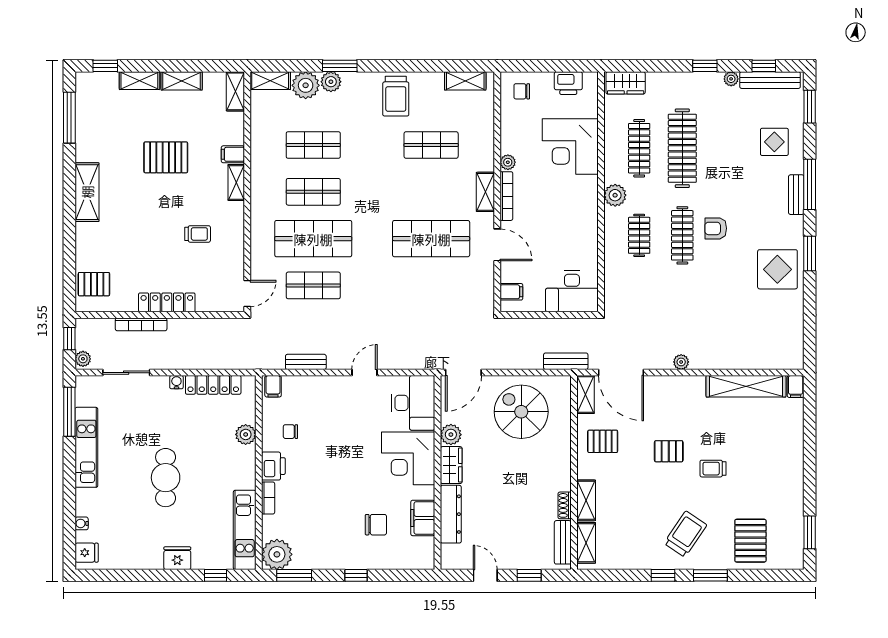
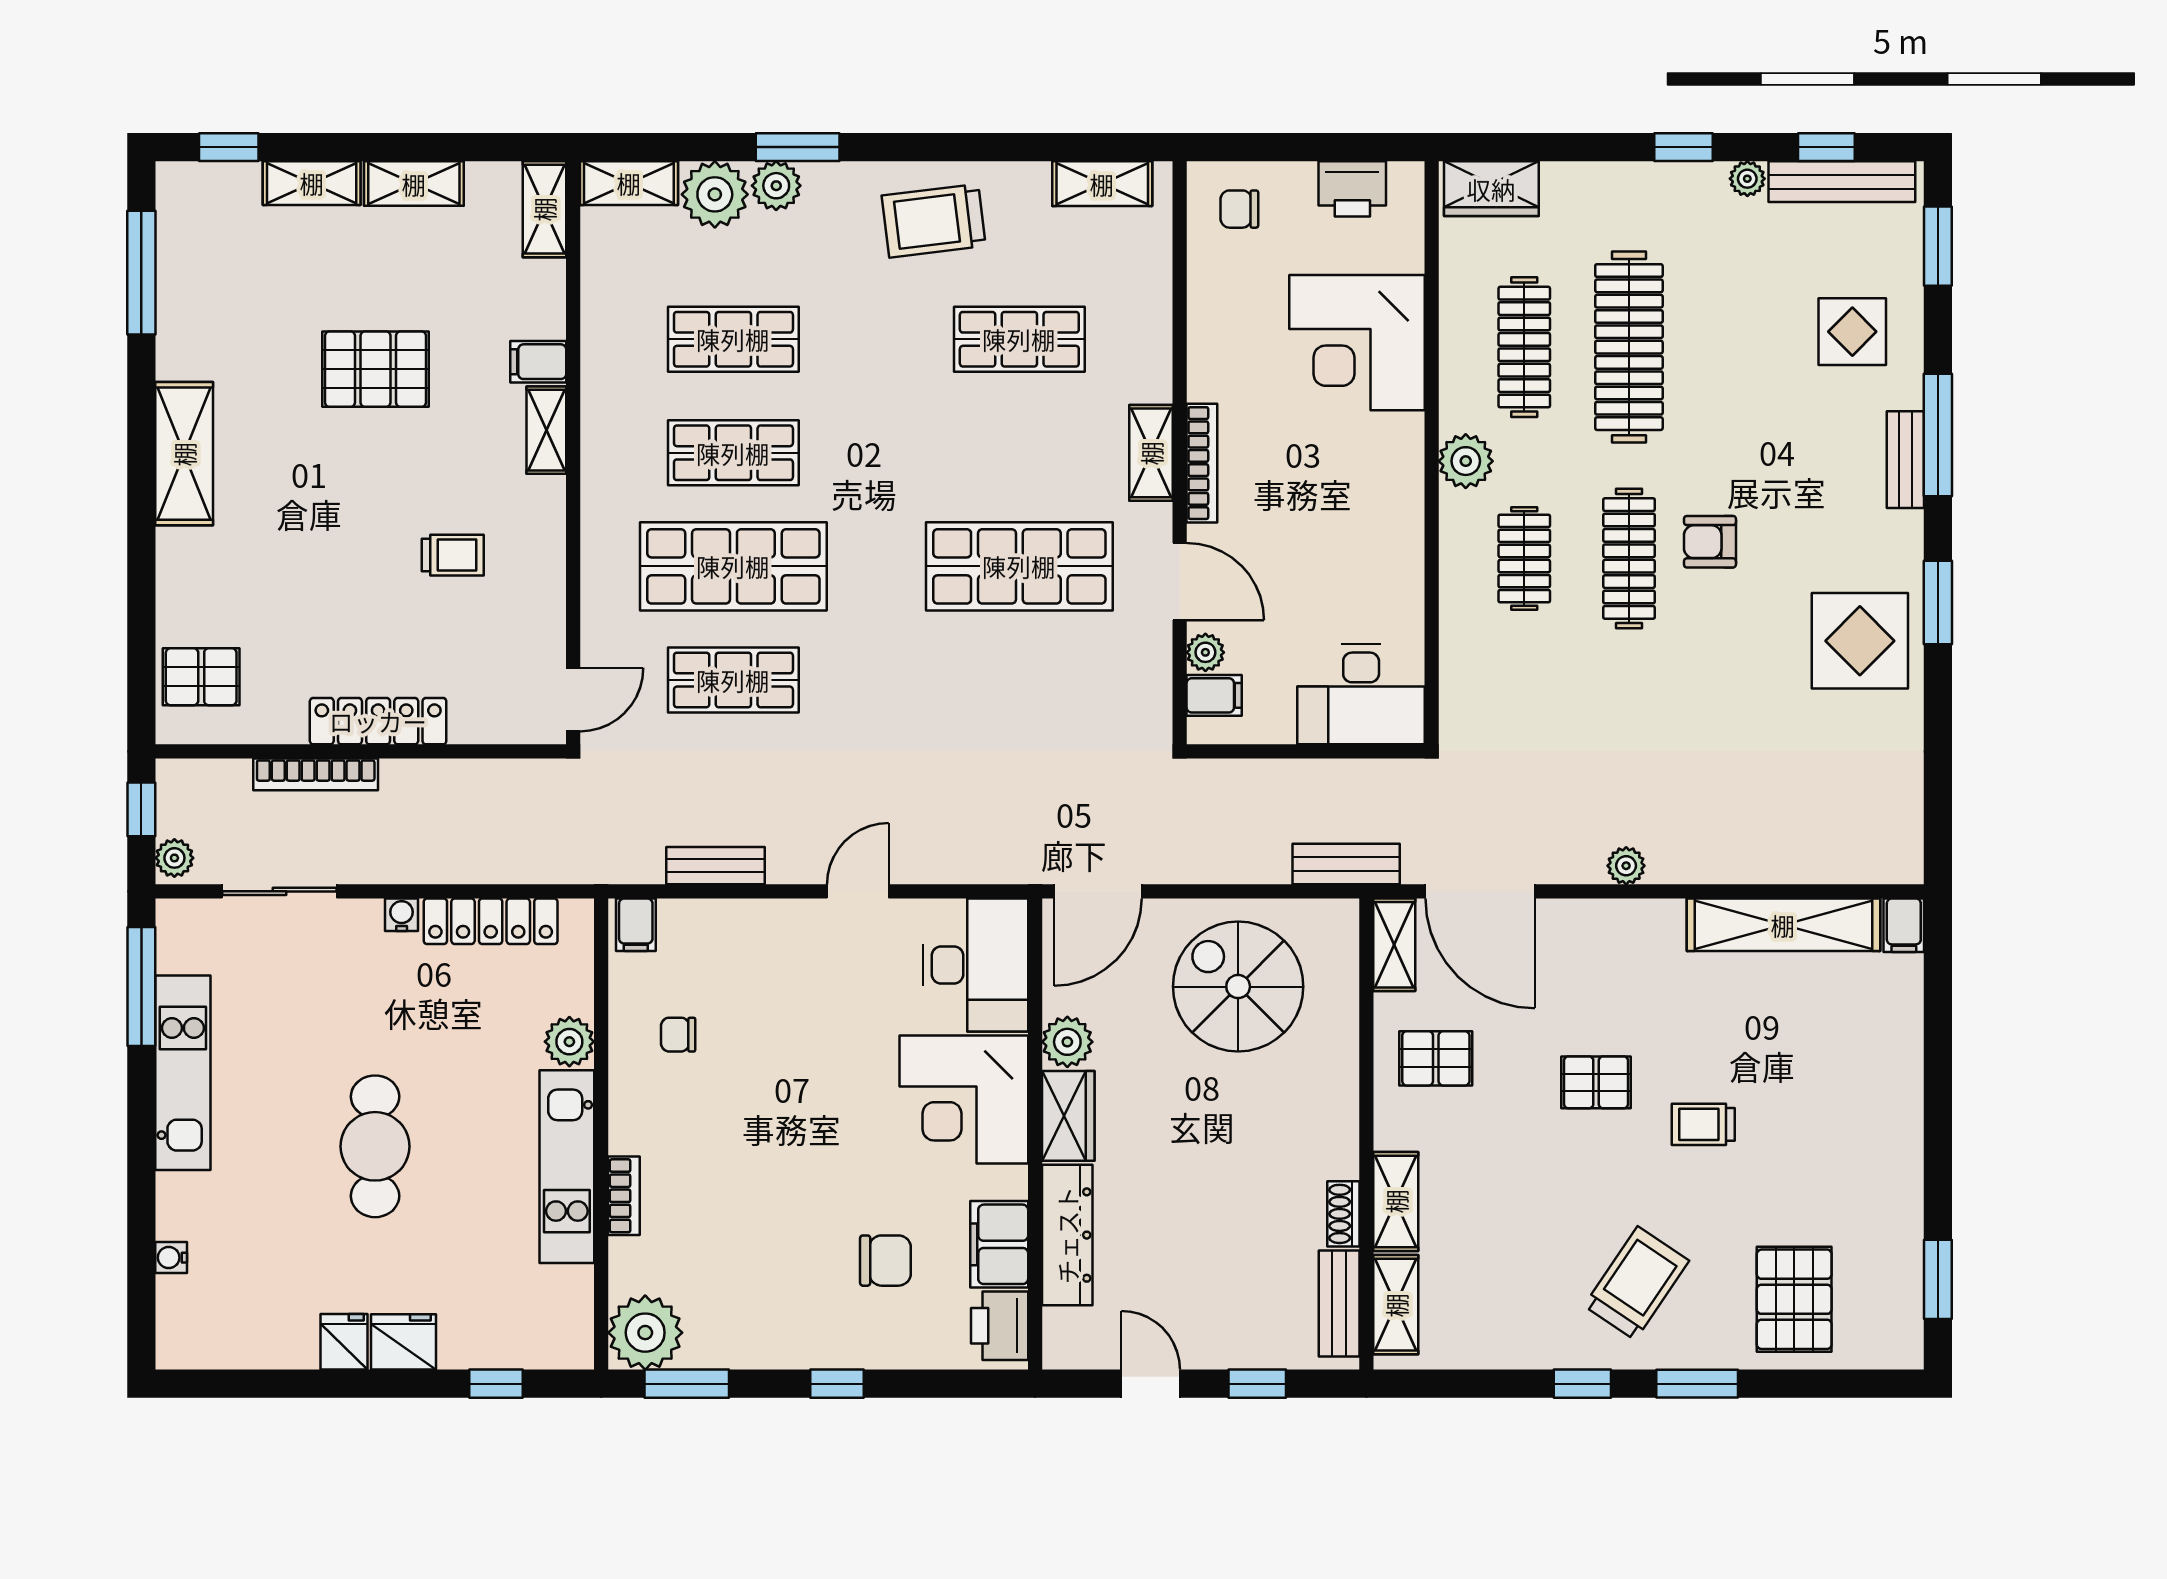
trolley: (396, 96) -> (934, 221), turned 83
plant: (508, 162) -> (1205, 652), moved
printer: (273, 466) -> (1000, 1326), moved, turned 180
kitchen unit: (245, 530) -> (567, 1167), moved
fridge: (87, 553) -> (344, 1342), moved, turned -90

